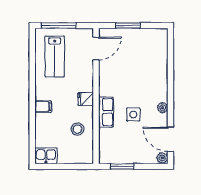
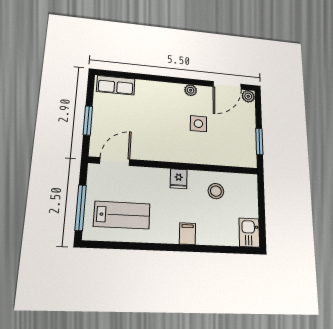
door: (96, 49) -> (115, 161), hinge flipped
row of seats: (106, 112) -> (116, 85), moved, turned 180

